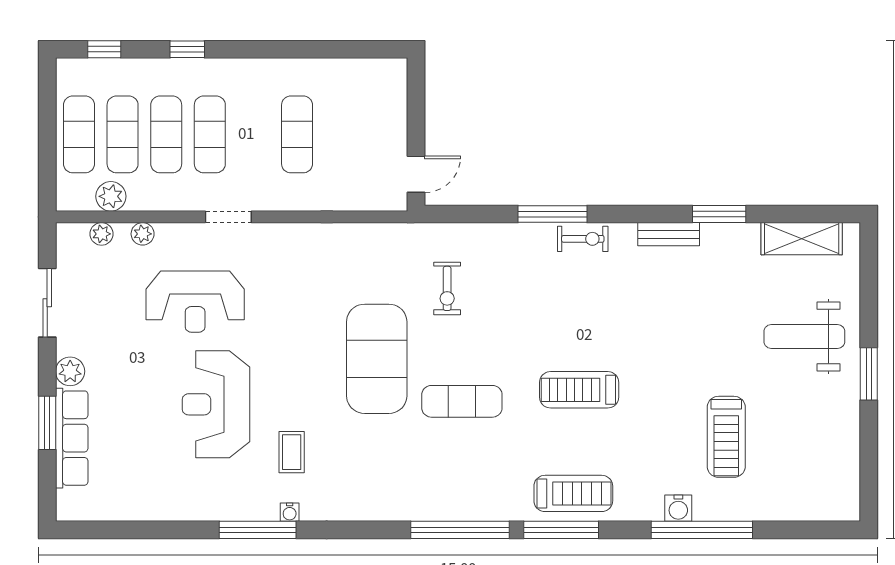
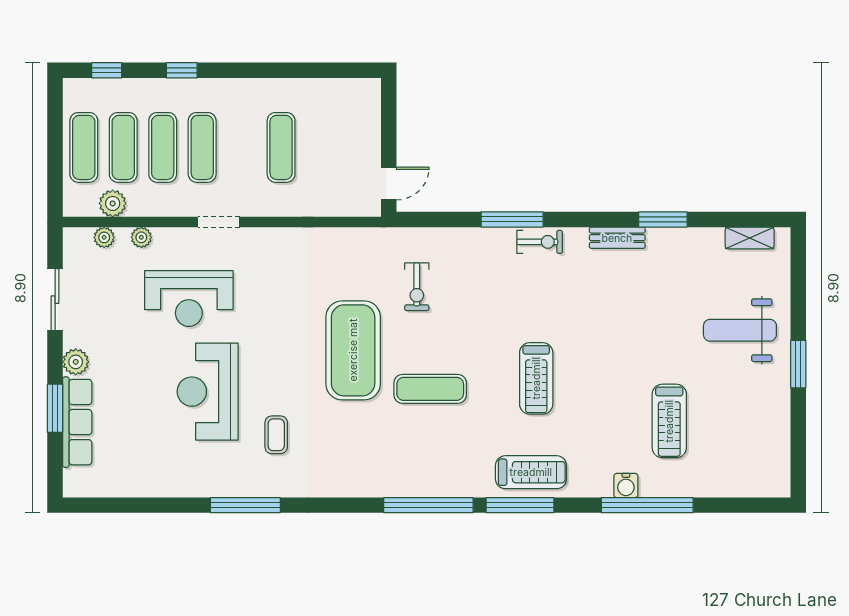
shelving: (802, 239) -> (750, 238), width x0.67, depth x0.75
treadmill: (579, 390) -> (536, 378), turned -90
water cooler: (290, 512) -> (274, 489), removed

